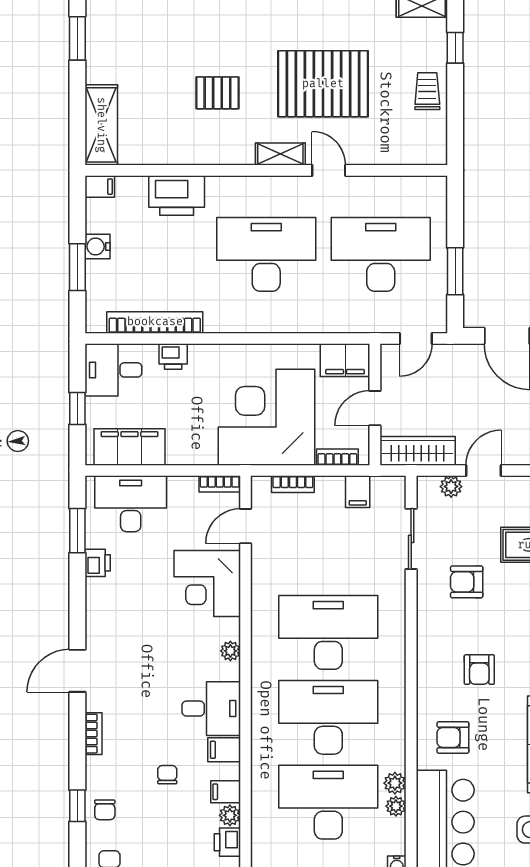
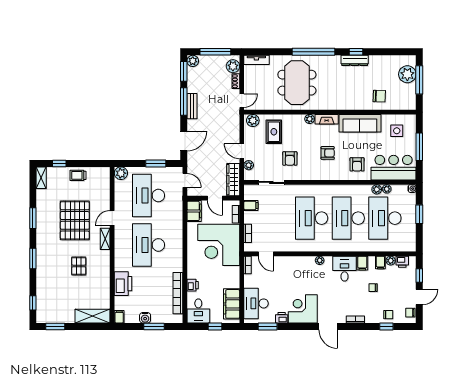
plant: (432, 191) -> (121, 173), added
corner desk: (207, 583) -> (303, 309), moved, turned 180

